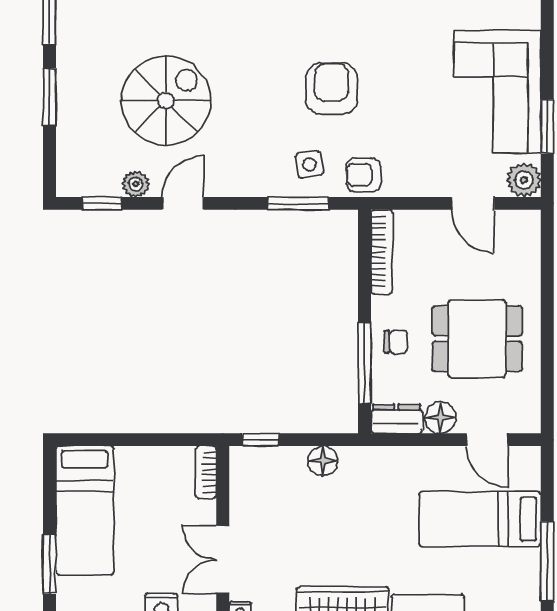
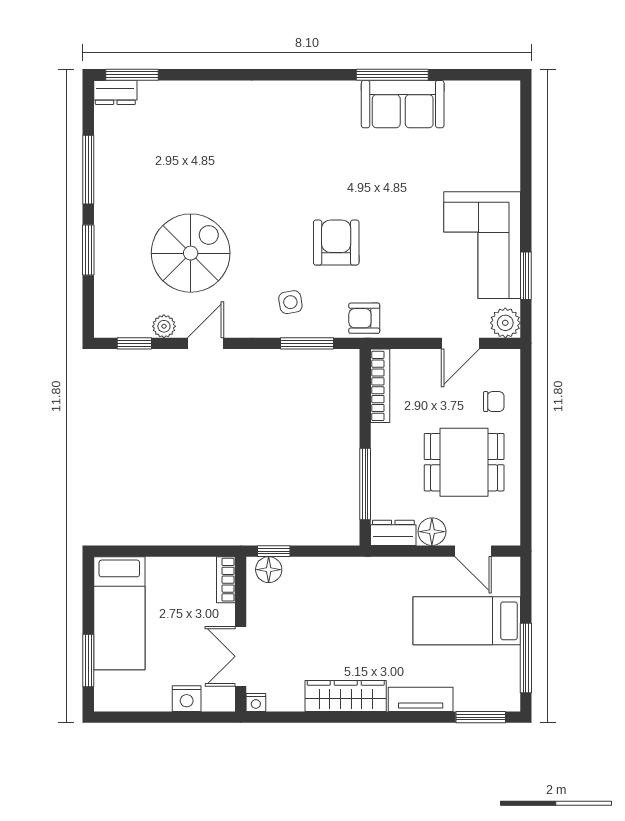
side table: (309, 165) -> (290, 302), moved
door: (473, 203) -> (460, 343), hinge flipped
chair: (396, 342) -> (494, 402), moved
floor lamp: (323, 461) -> (269, 570), moved

